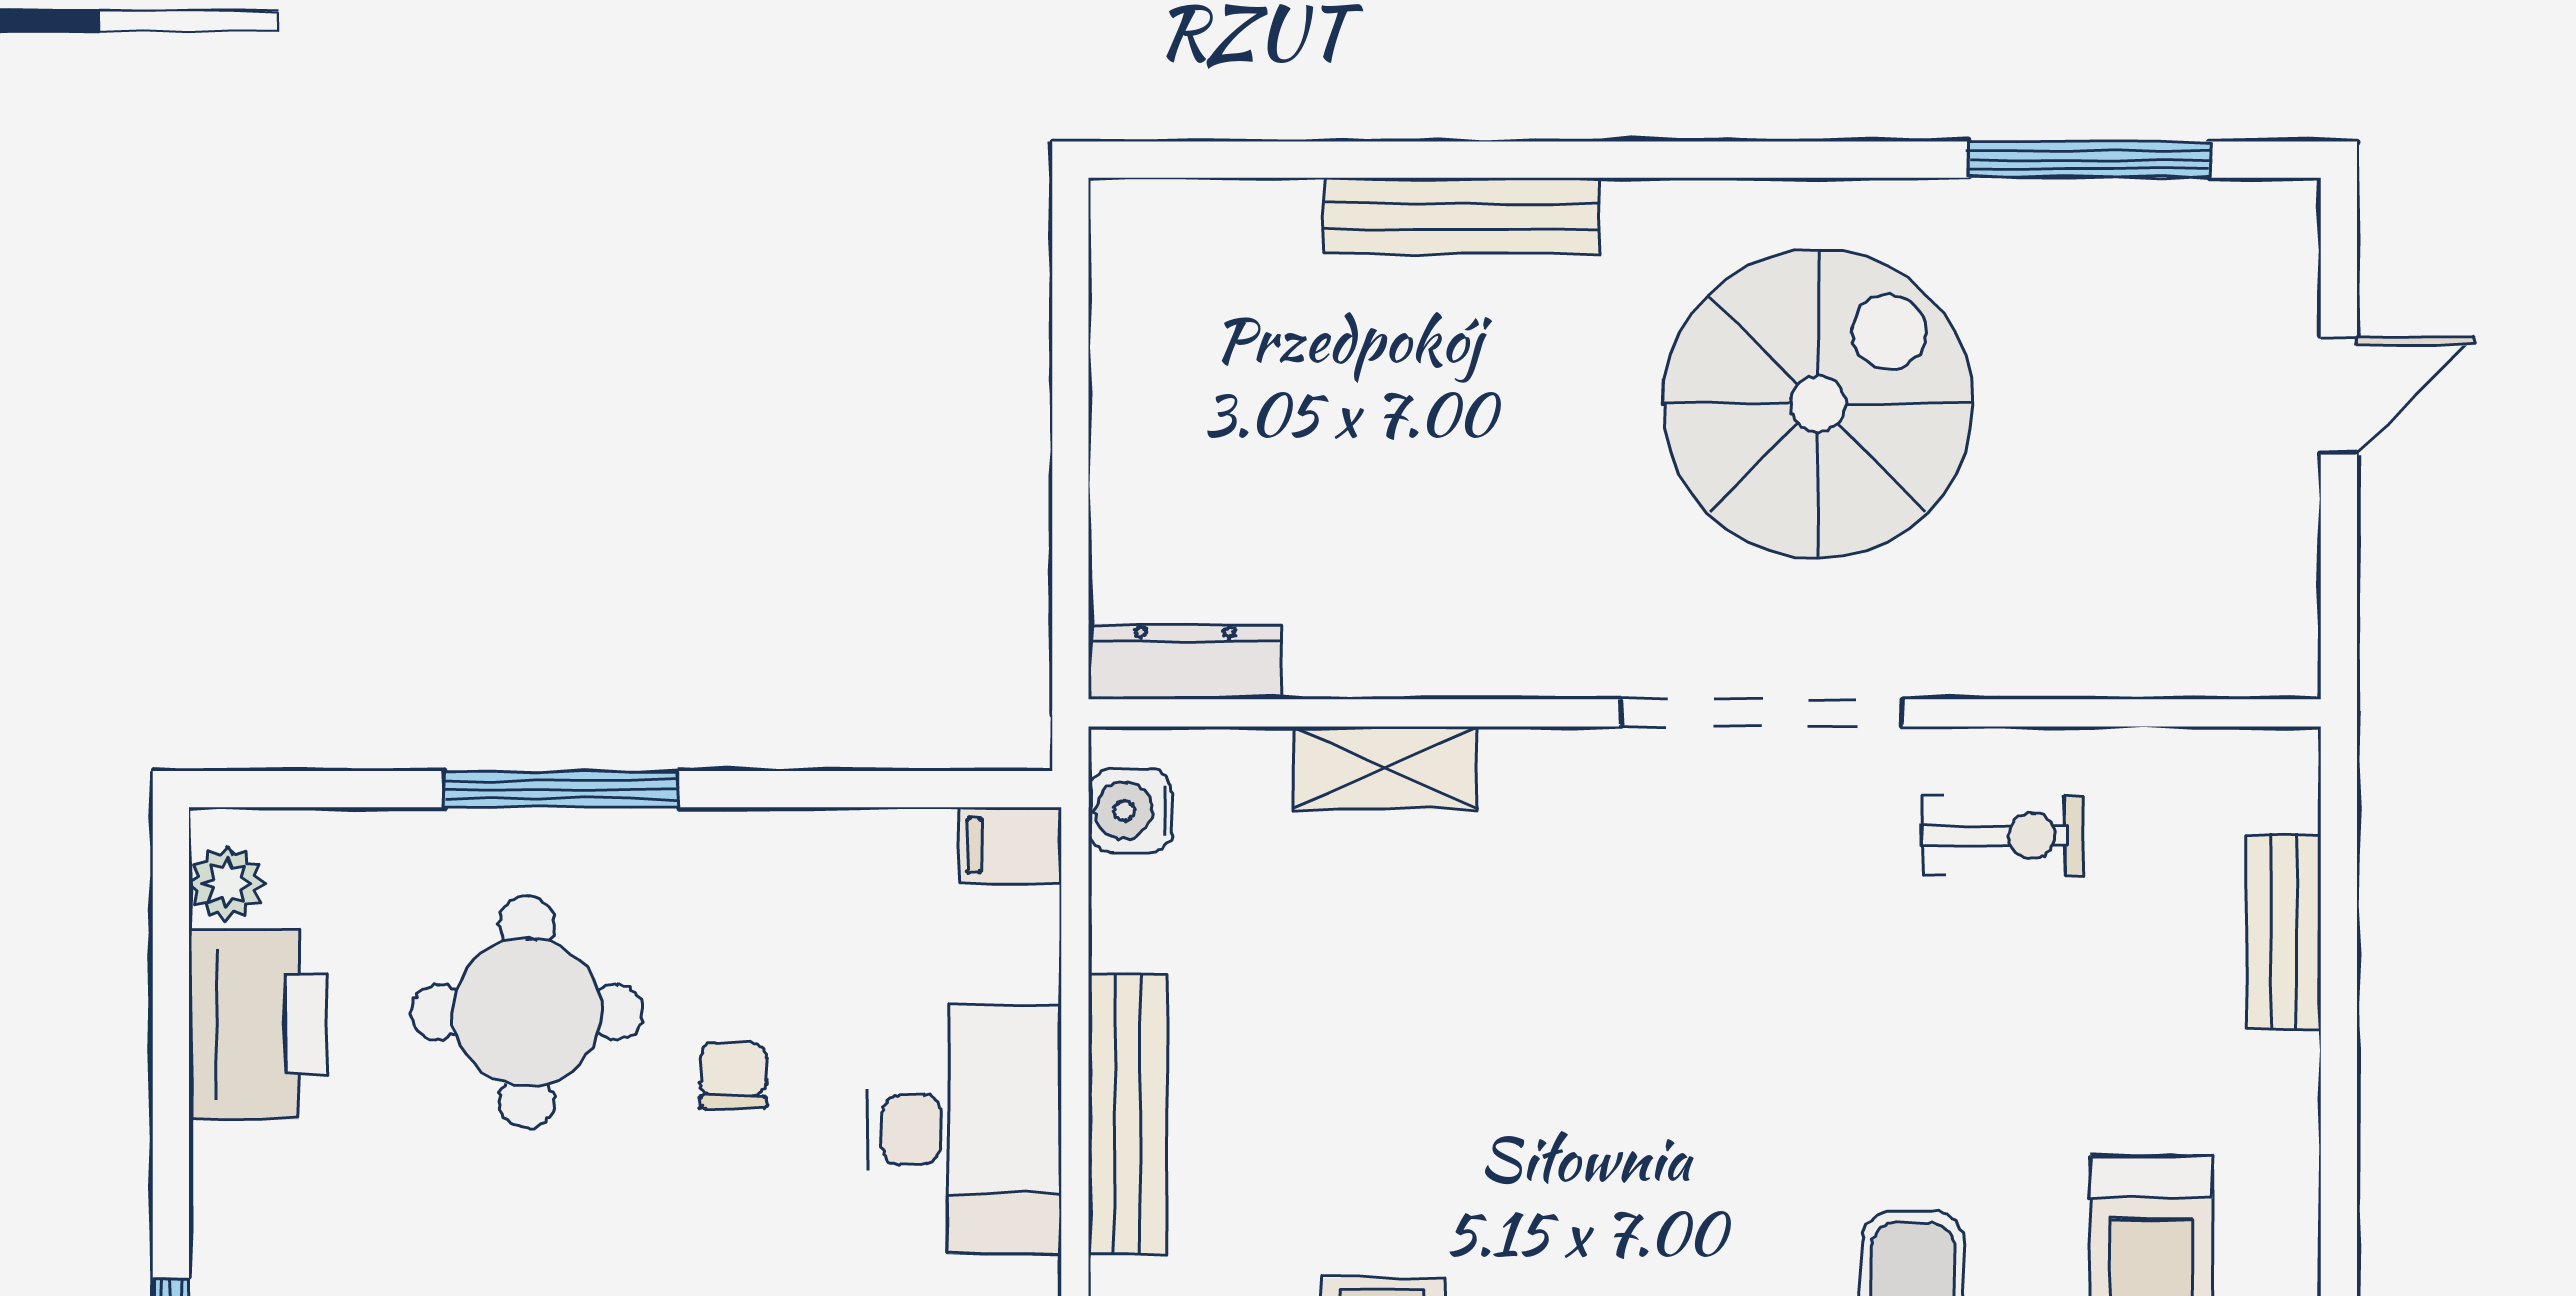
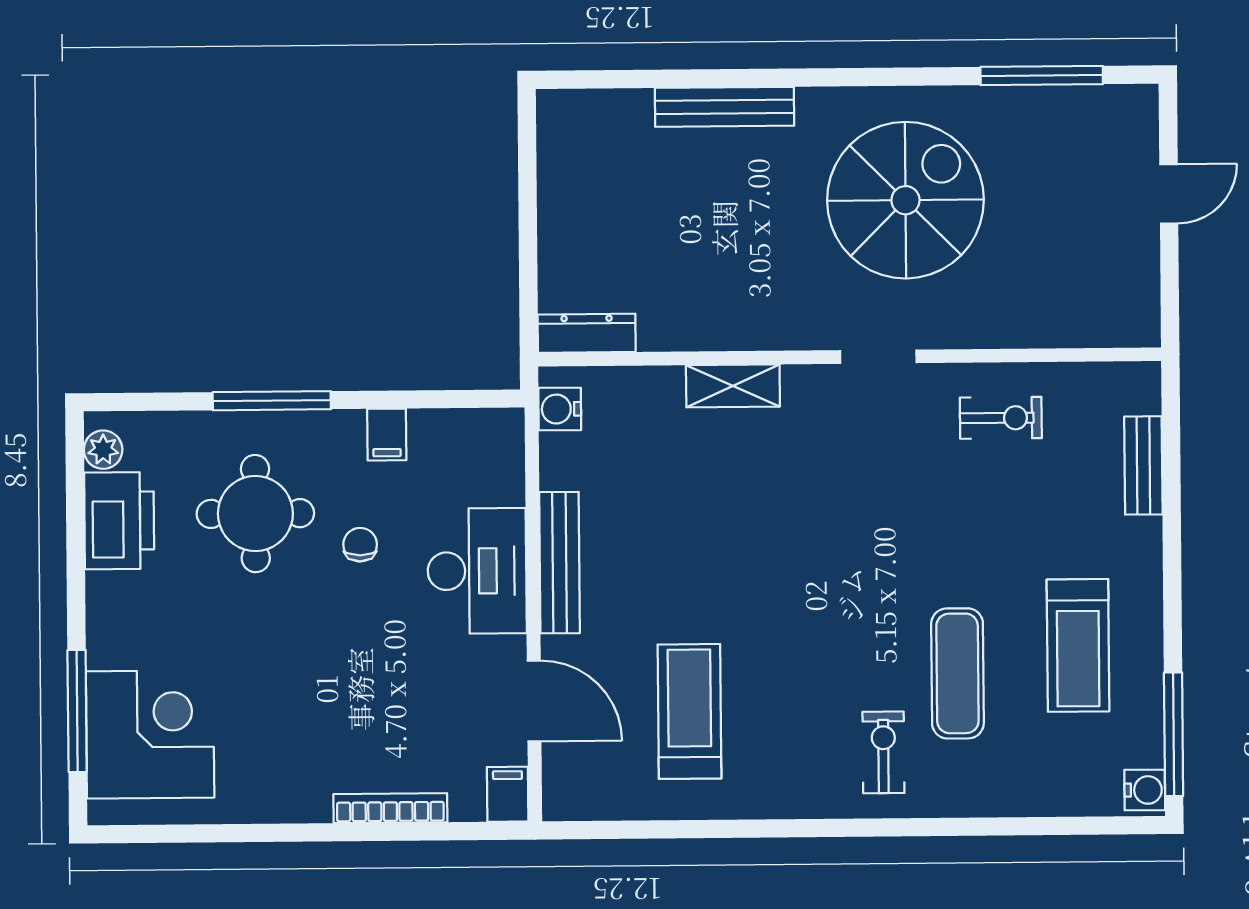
doorway: (1762, 713) -> (878, 357), width x0.53
shelving: (1384, 768) -> (733, 386), moved
filing cabinet: (1010, 846) -> (387, 435), moved, turned -90

